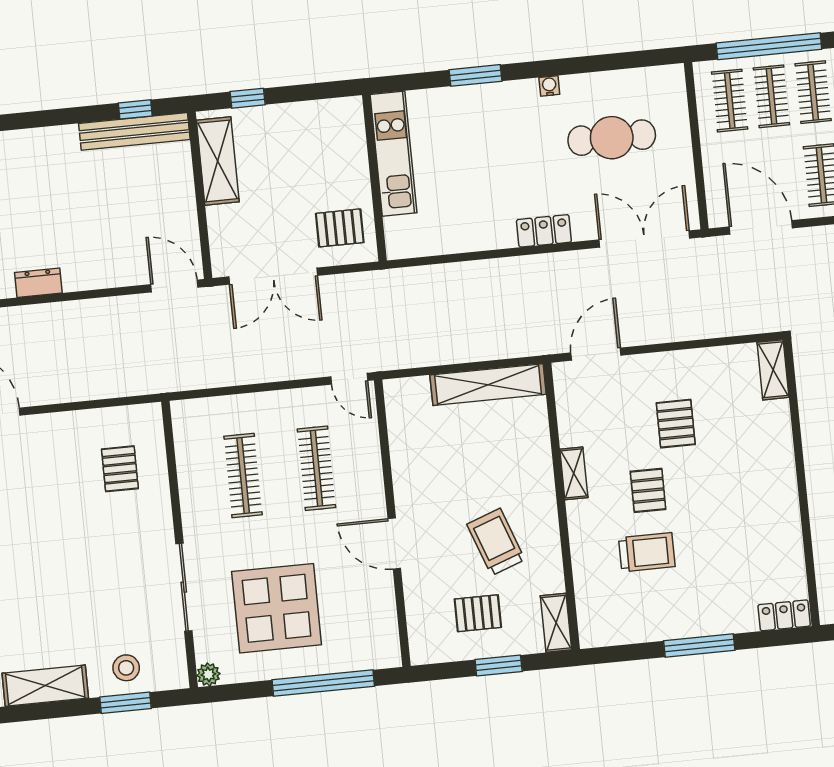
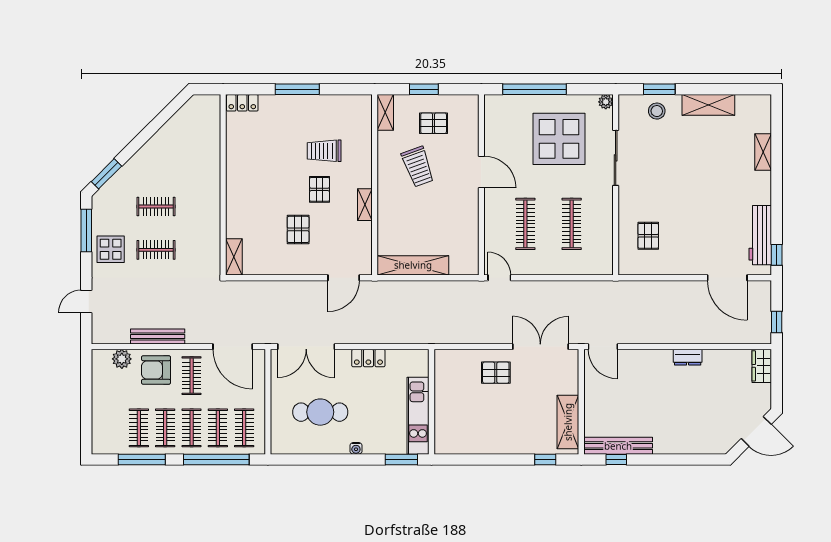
kitchen unit: (393, 154) -> (418, 416), moved
wall: (374, 178) -> (431, 402), moved

